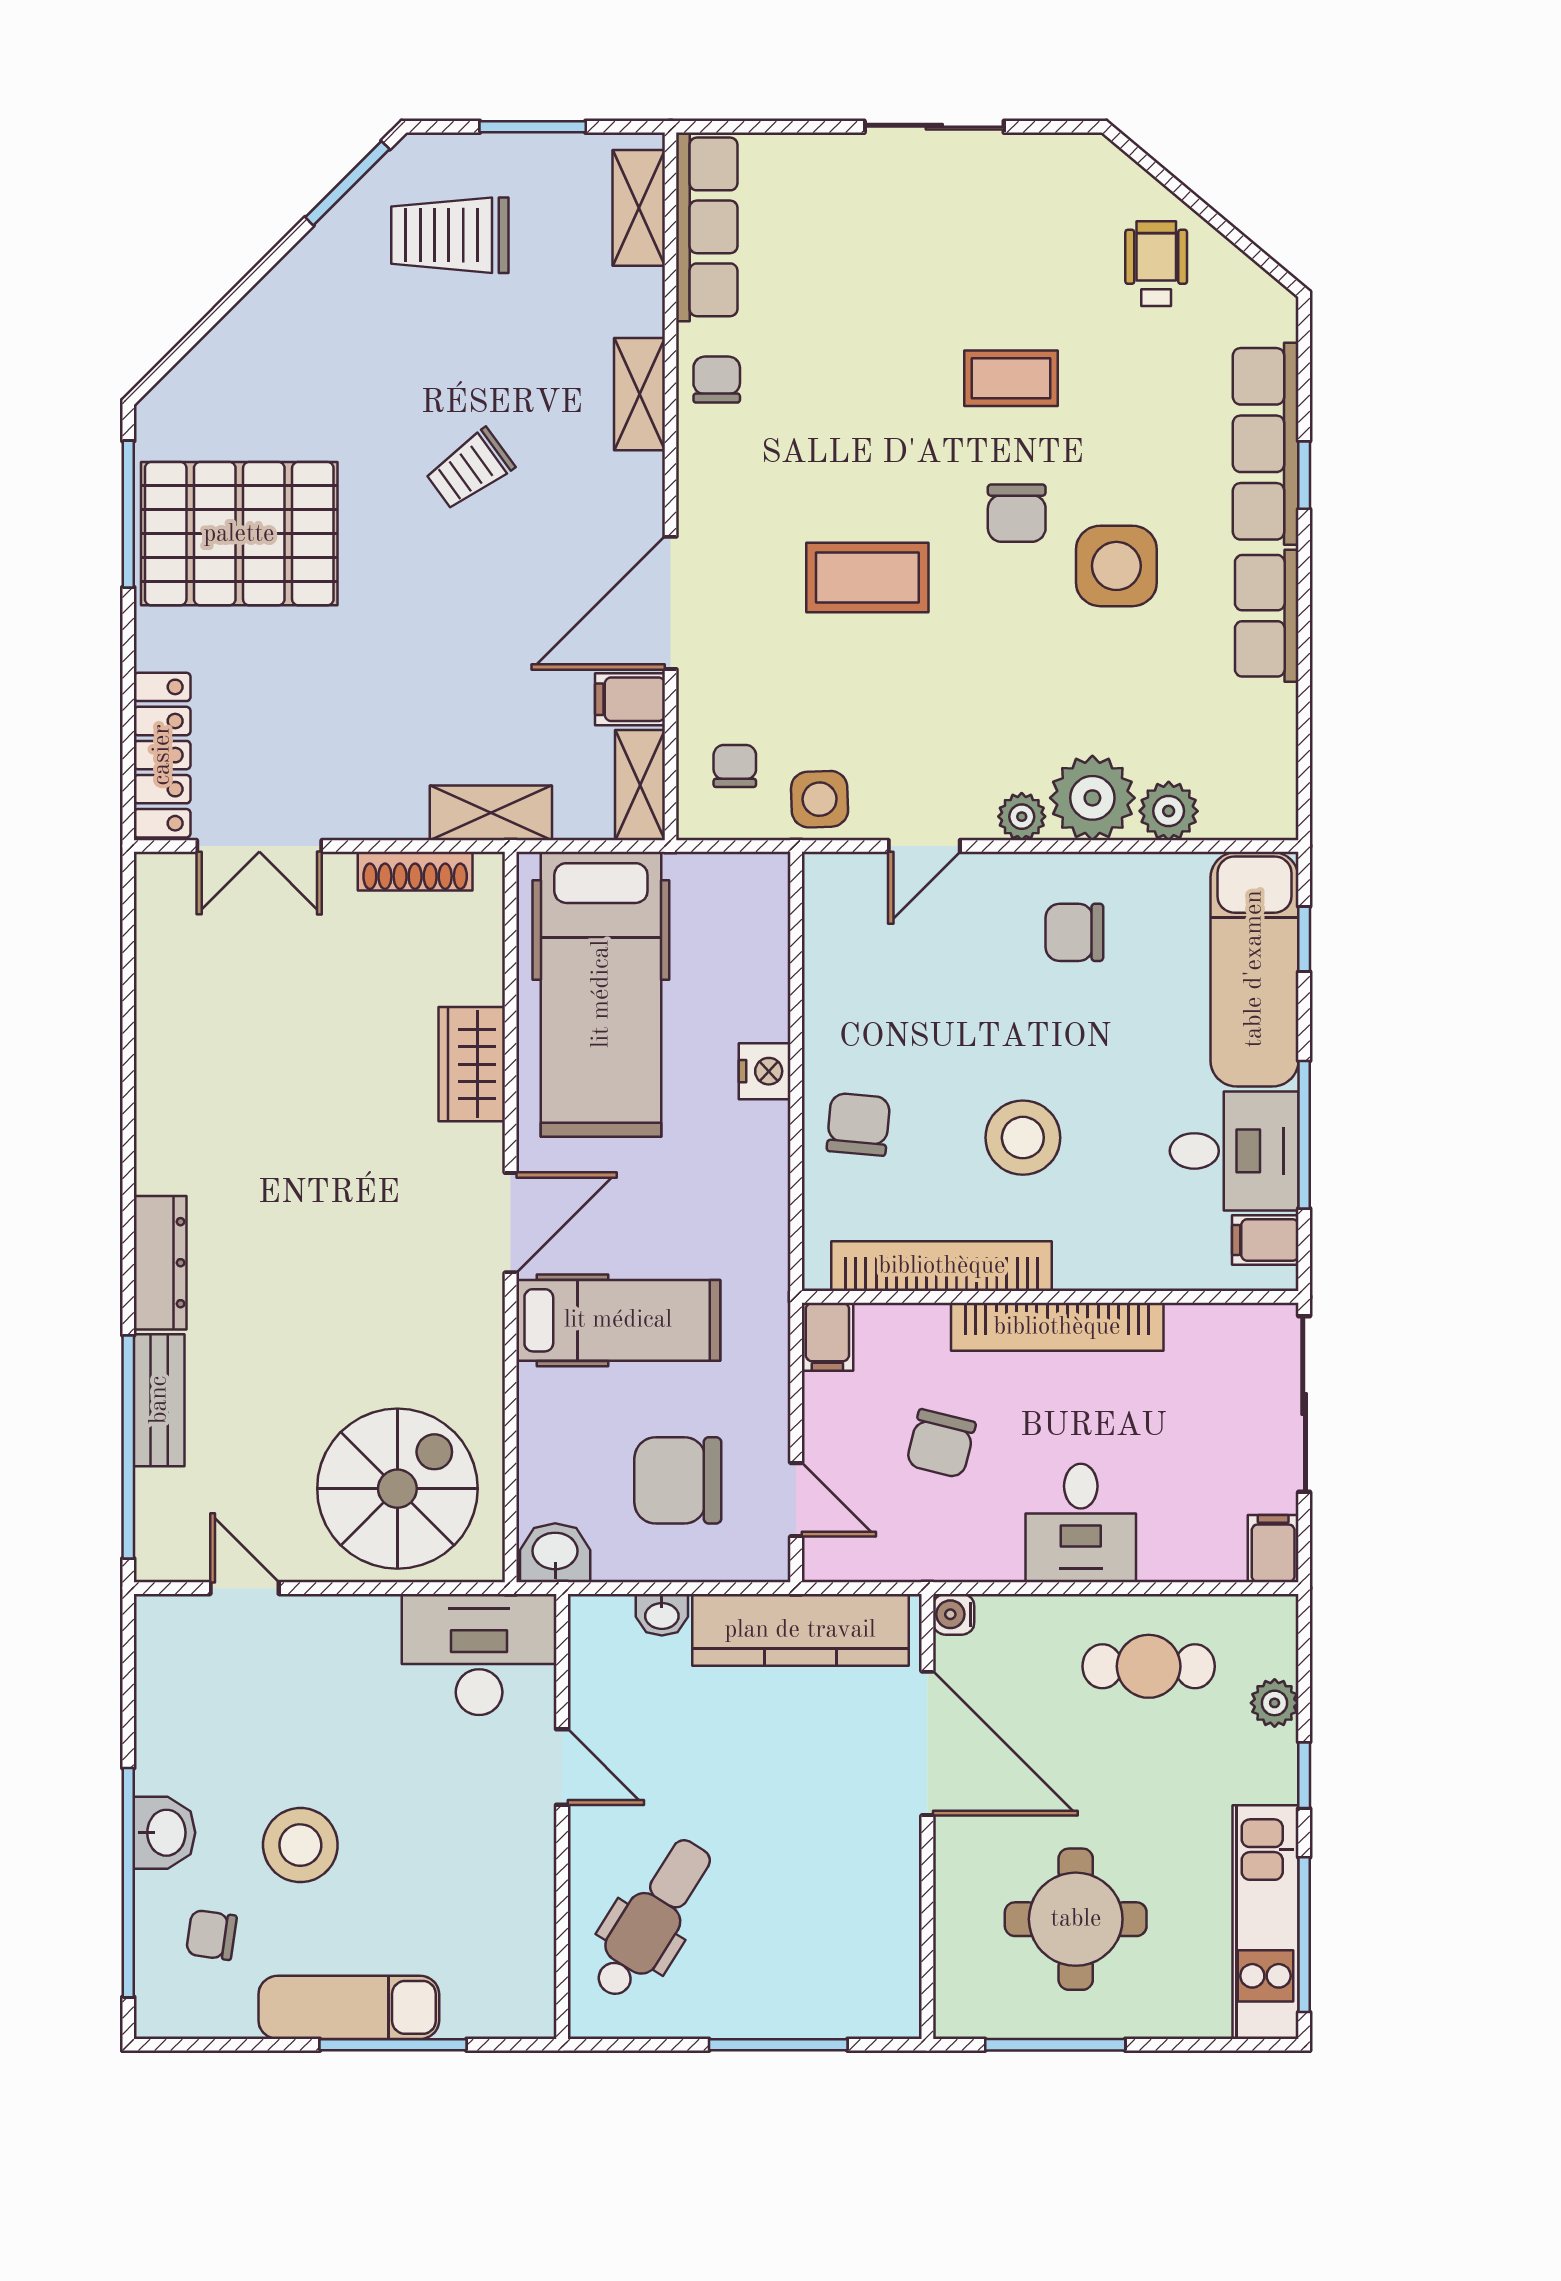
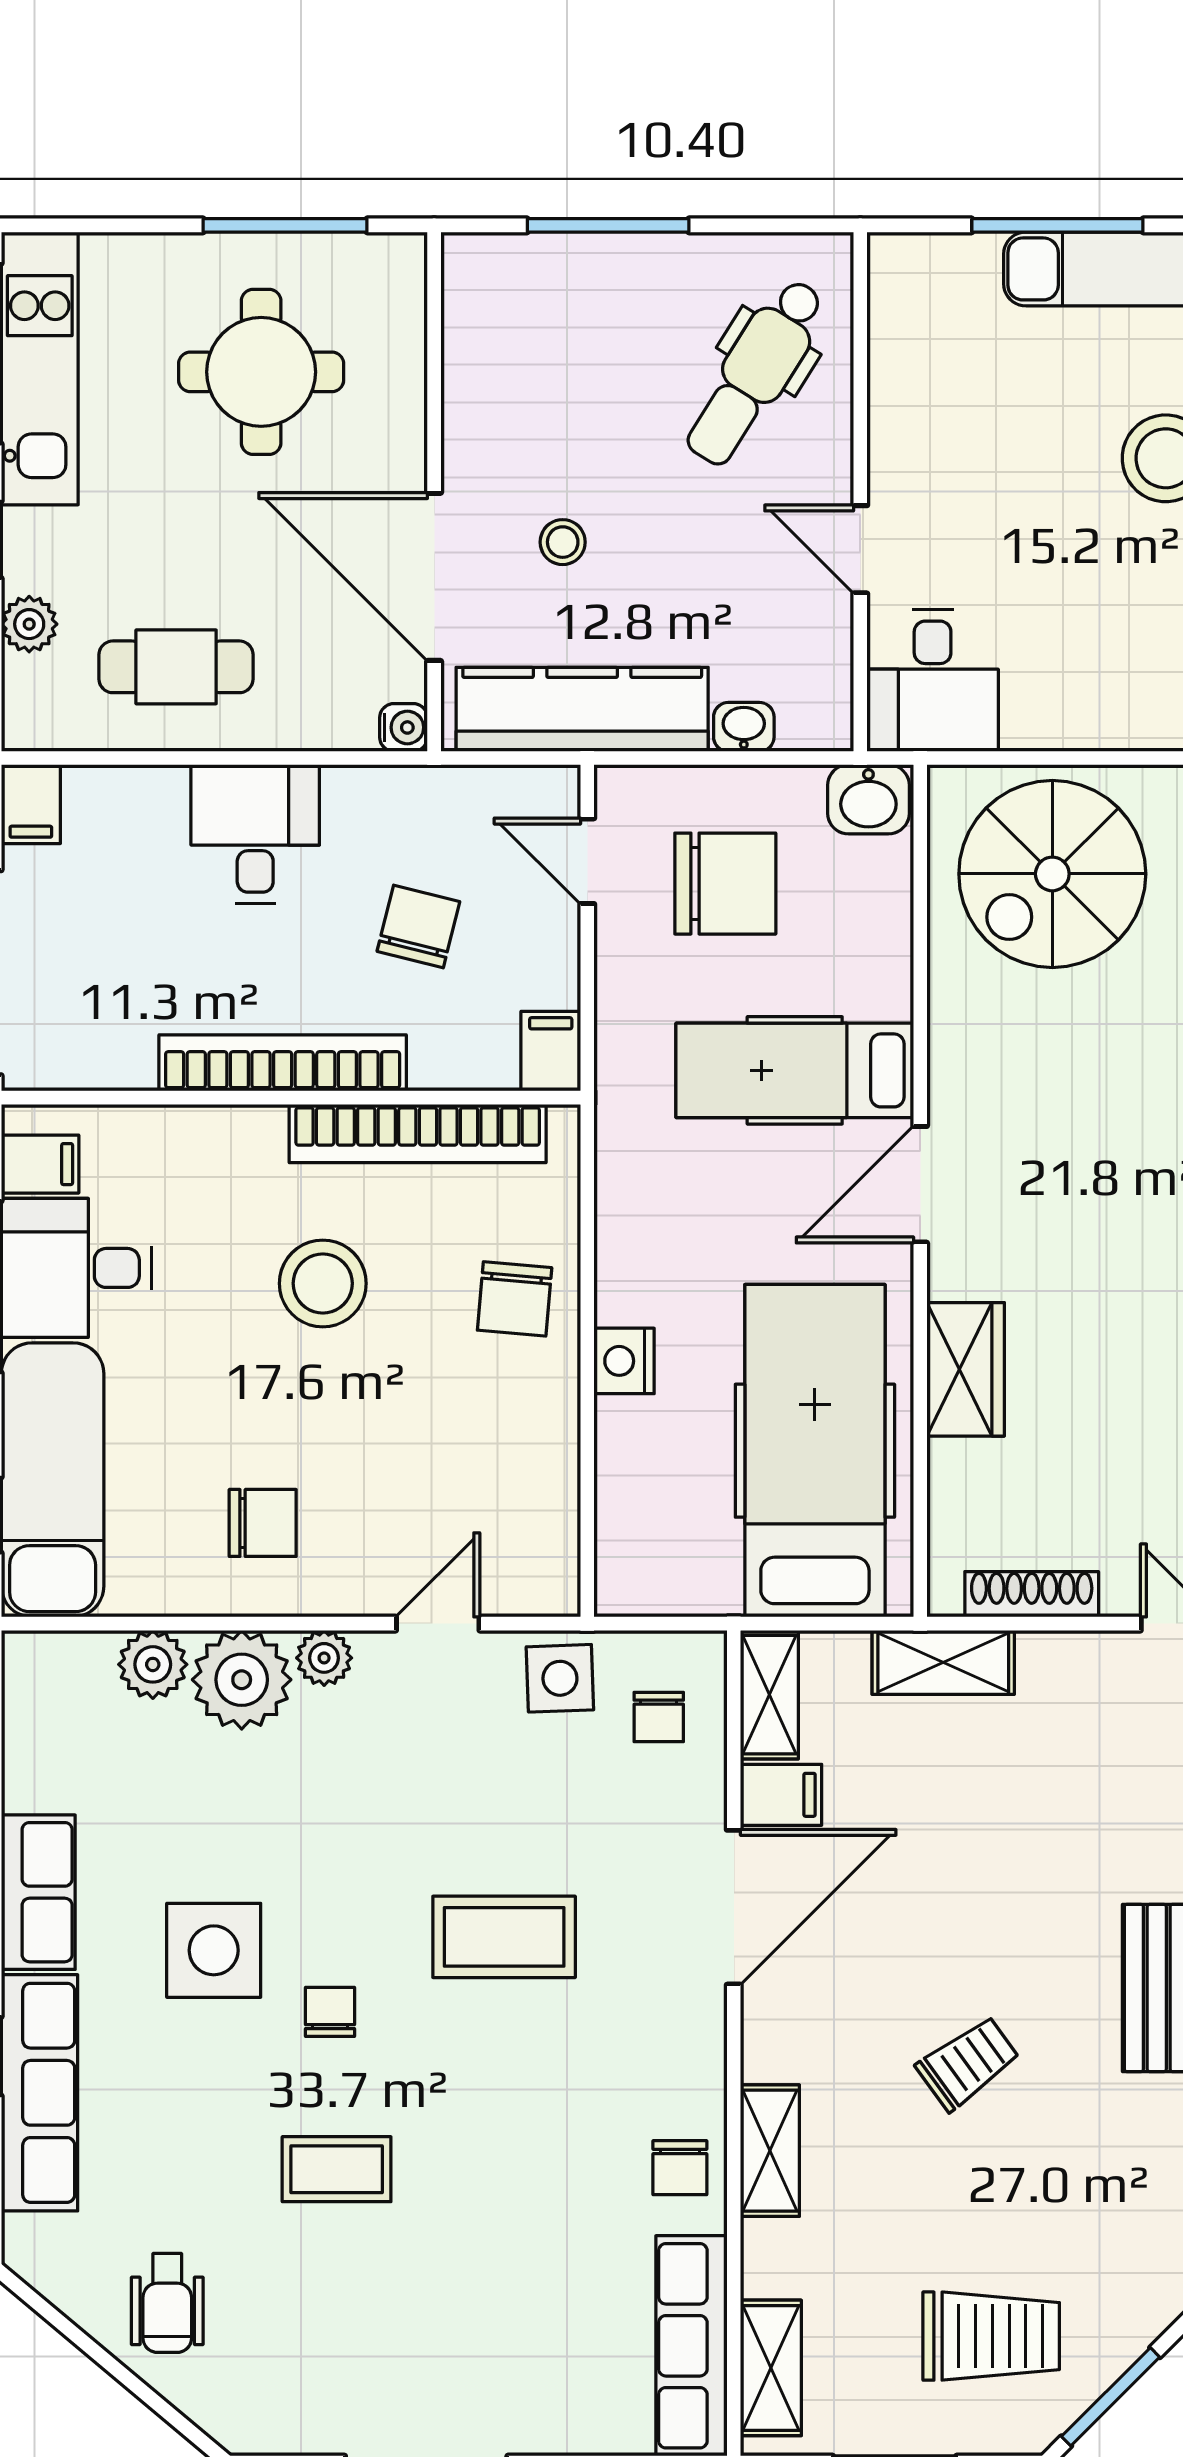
chair: (1017, 513) -> (330, 2012), width x0.73, depth x0.73
desk: (479, 1654) -> (933, 681), width x0.73
stool: (817, 1773) -> (563, 542), added

